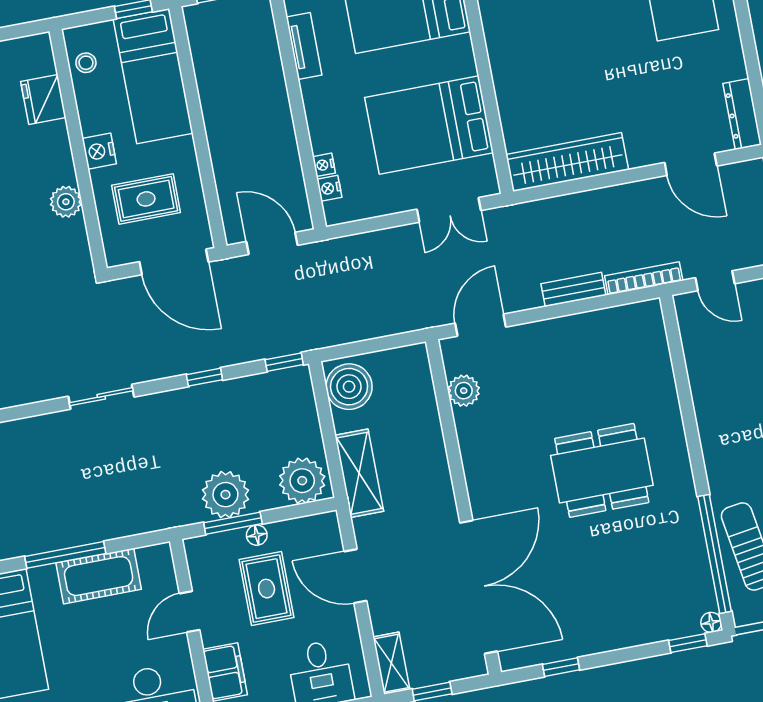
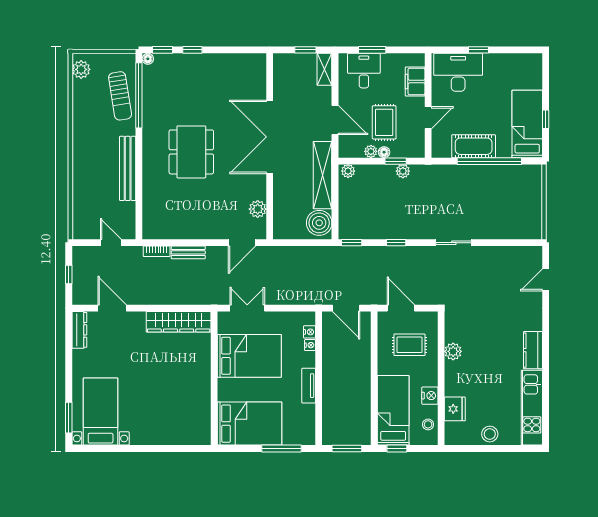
tv unit: (304, 46) -> (309, 386), moved
nightstand: (99, 151) -> (430, 396), moved
door: (174, 262) -> (401, 308), width x0.73
bookcase: (644, 278) -> (157, 251), width x0.64
bench: (710, 419) -> (128, 168), added
dining table: (602, 470) -> (191, 152), turned 90
shelving: (359, 473) -> (322, 175), width x1.47
plant: (302, 481) -> (348, 171), width x0.53, depth x0.53
plant: (225, 495) -> (403, 171), width x0.53, depth x0.53
window: (233, 523) -> (396, 161), width x0.67
plant: (281, 532) -> (371, 151), added
window: (65, 555) -> (489, 161), width x1.46
double door: (479, 587) -> (270, 137), moved
window: (561, 667) -> (192, 50), moved

